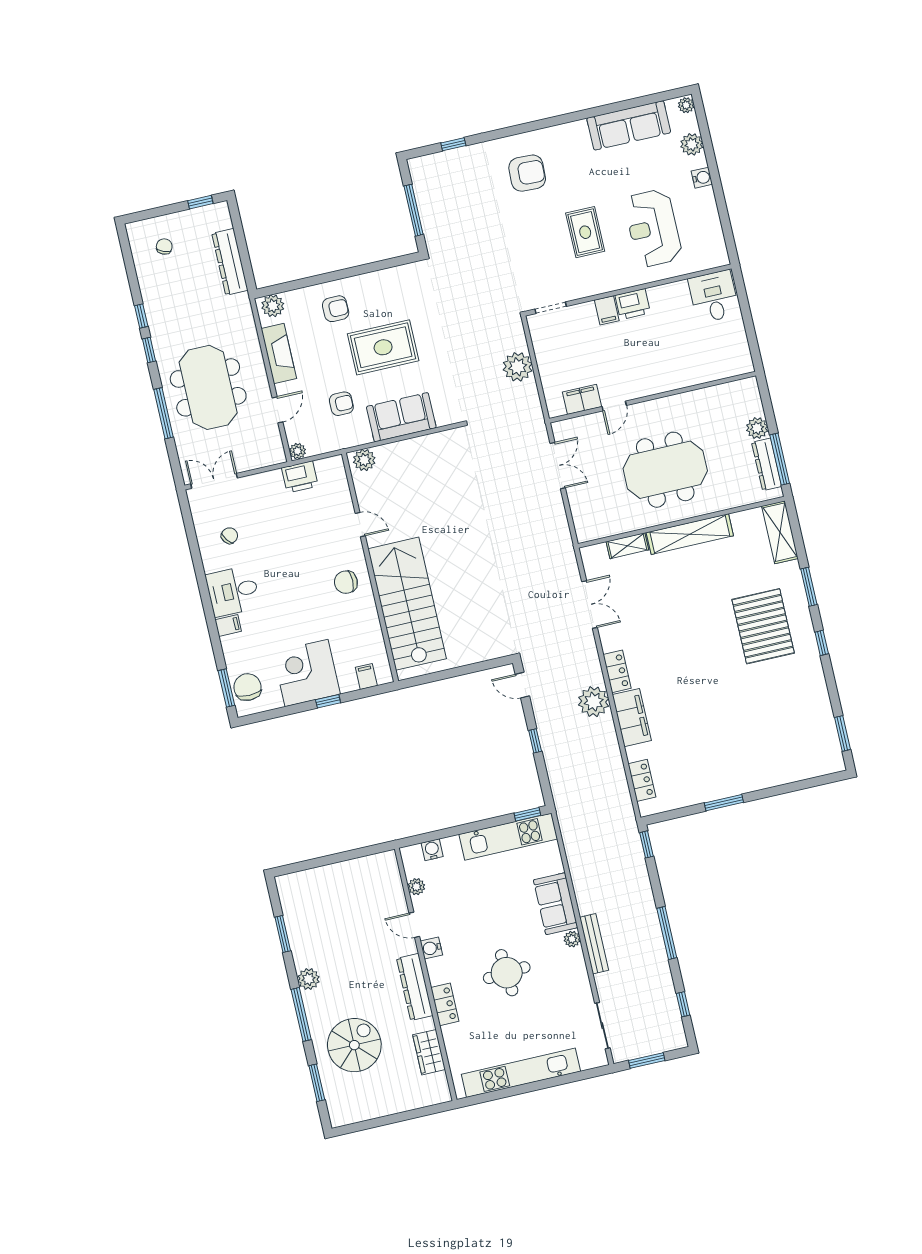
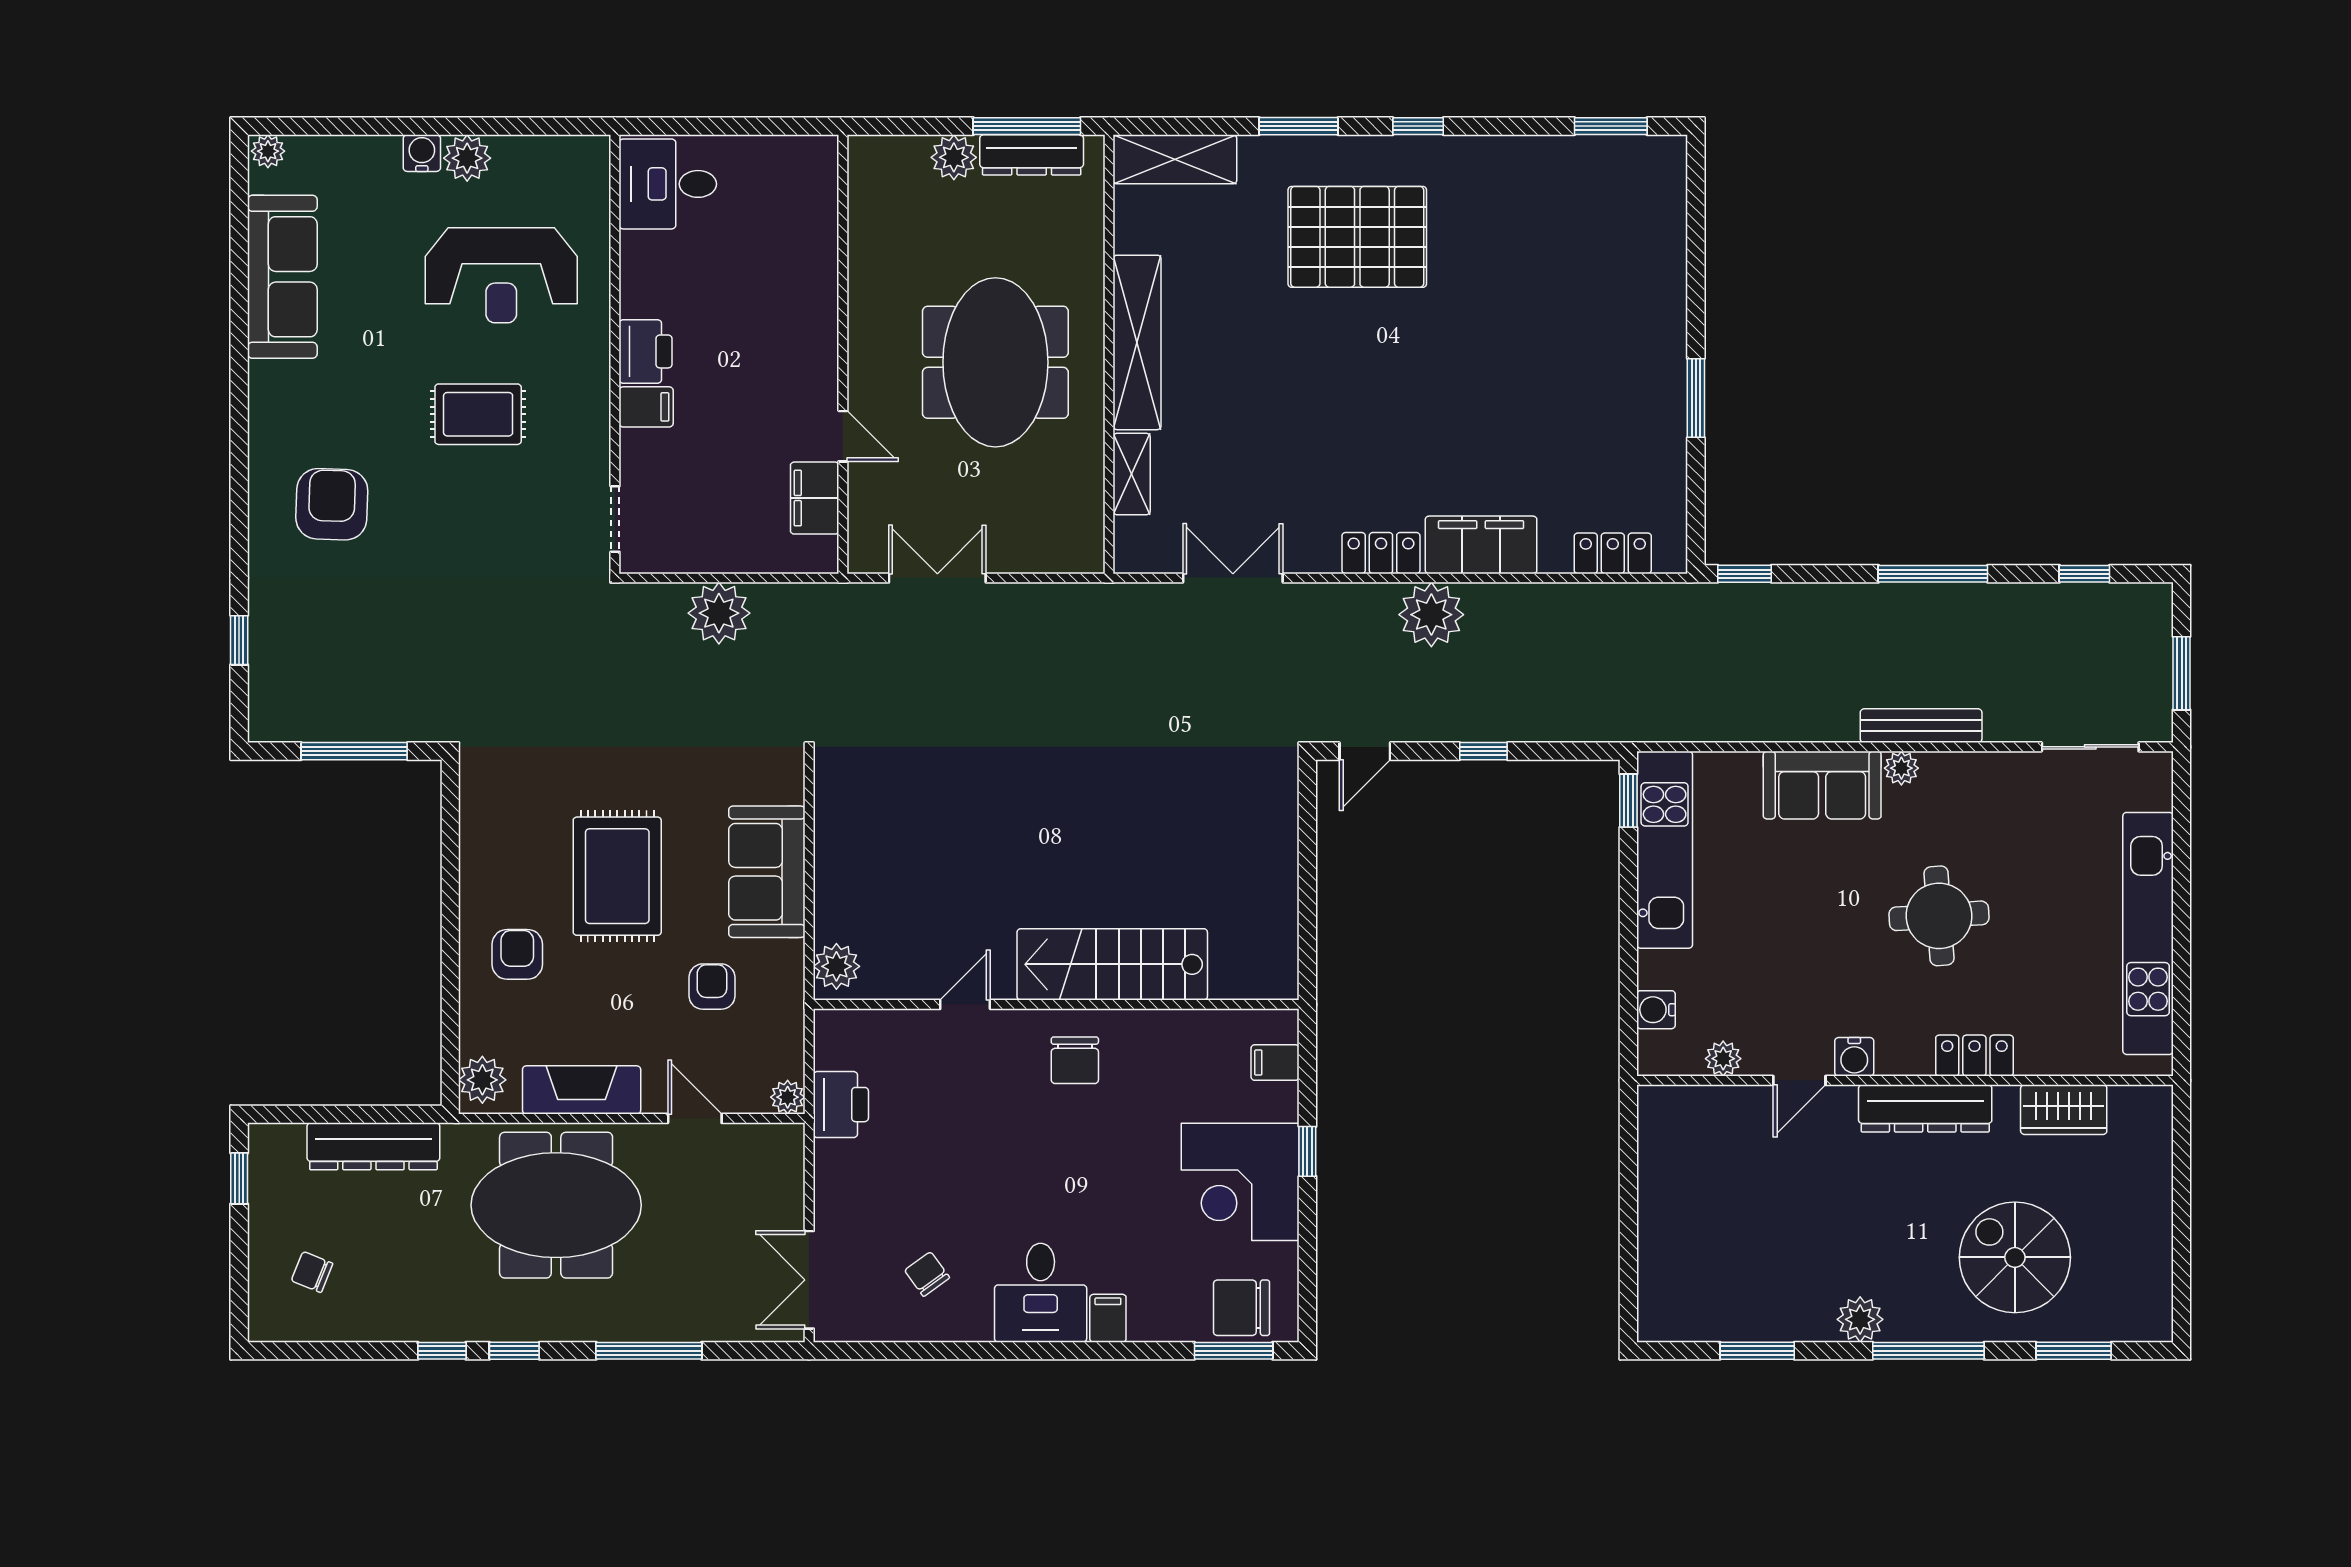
plant: (692, 144) -> (467, 158), moved
meeting table: (208, 387) -> (556, 1205), moved
stairs: (407, 604) -> (1112, 964), width x0.73, depth x0.66

